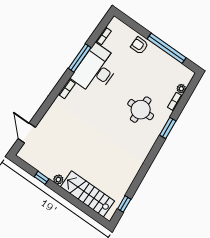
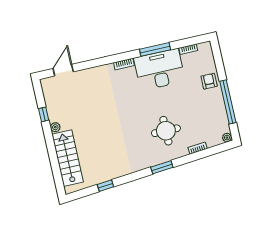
plant: (181, 89) -> (227, 138), moved
window: (168, 128) -> (162, 167), moved
window: (124, 204) -> (105, 186), moved

